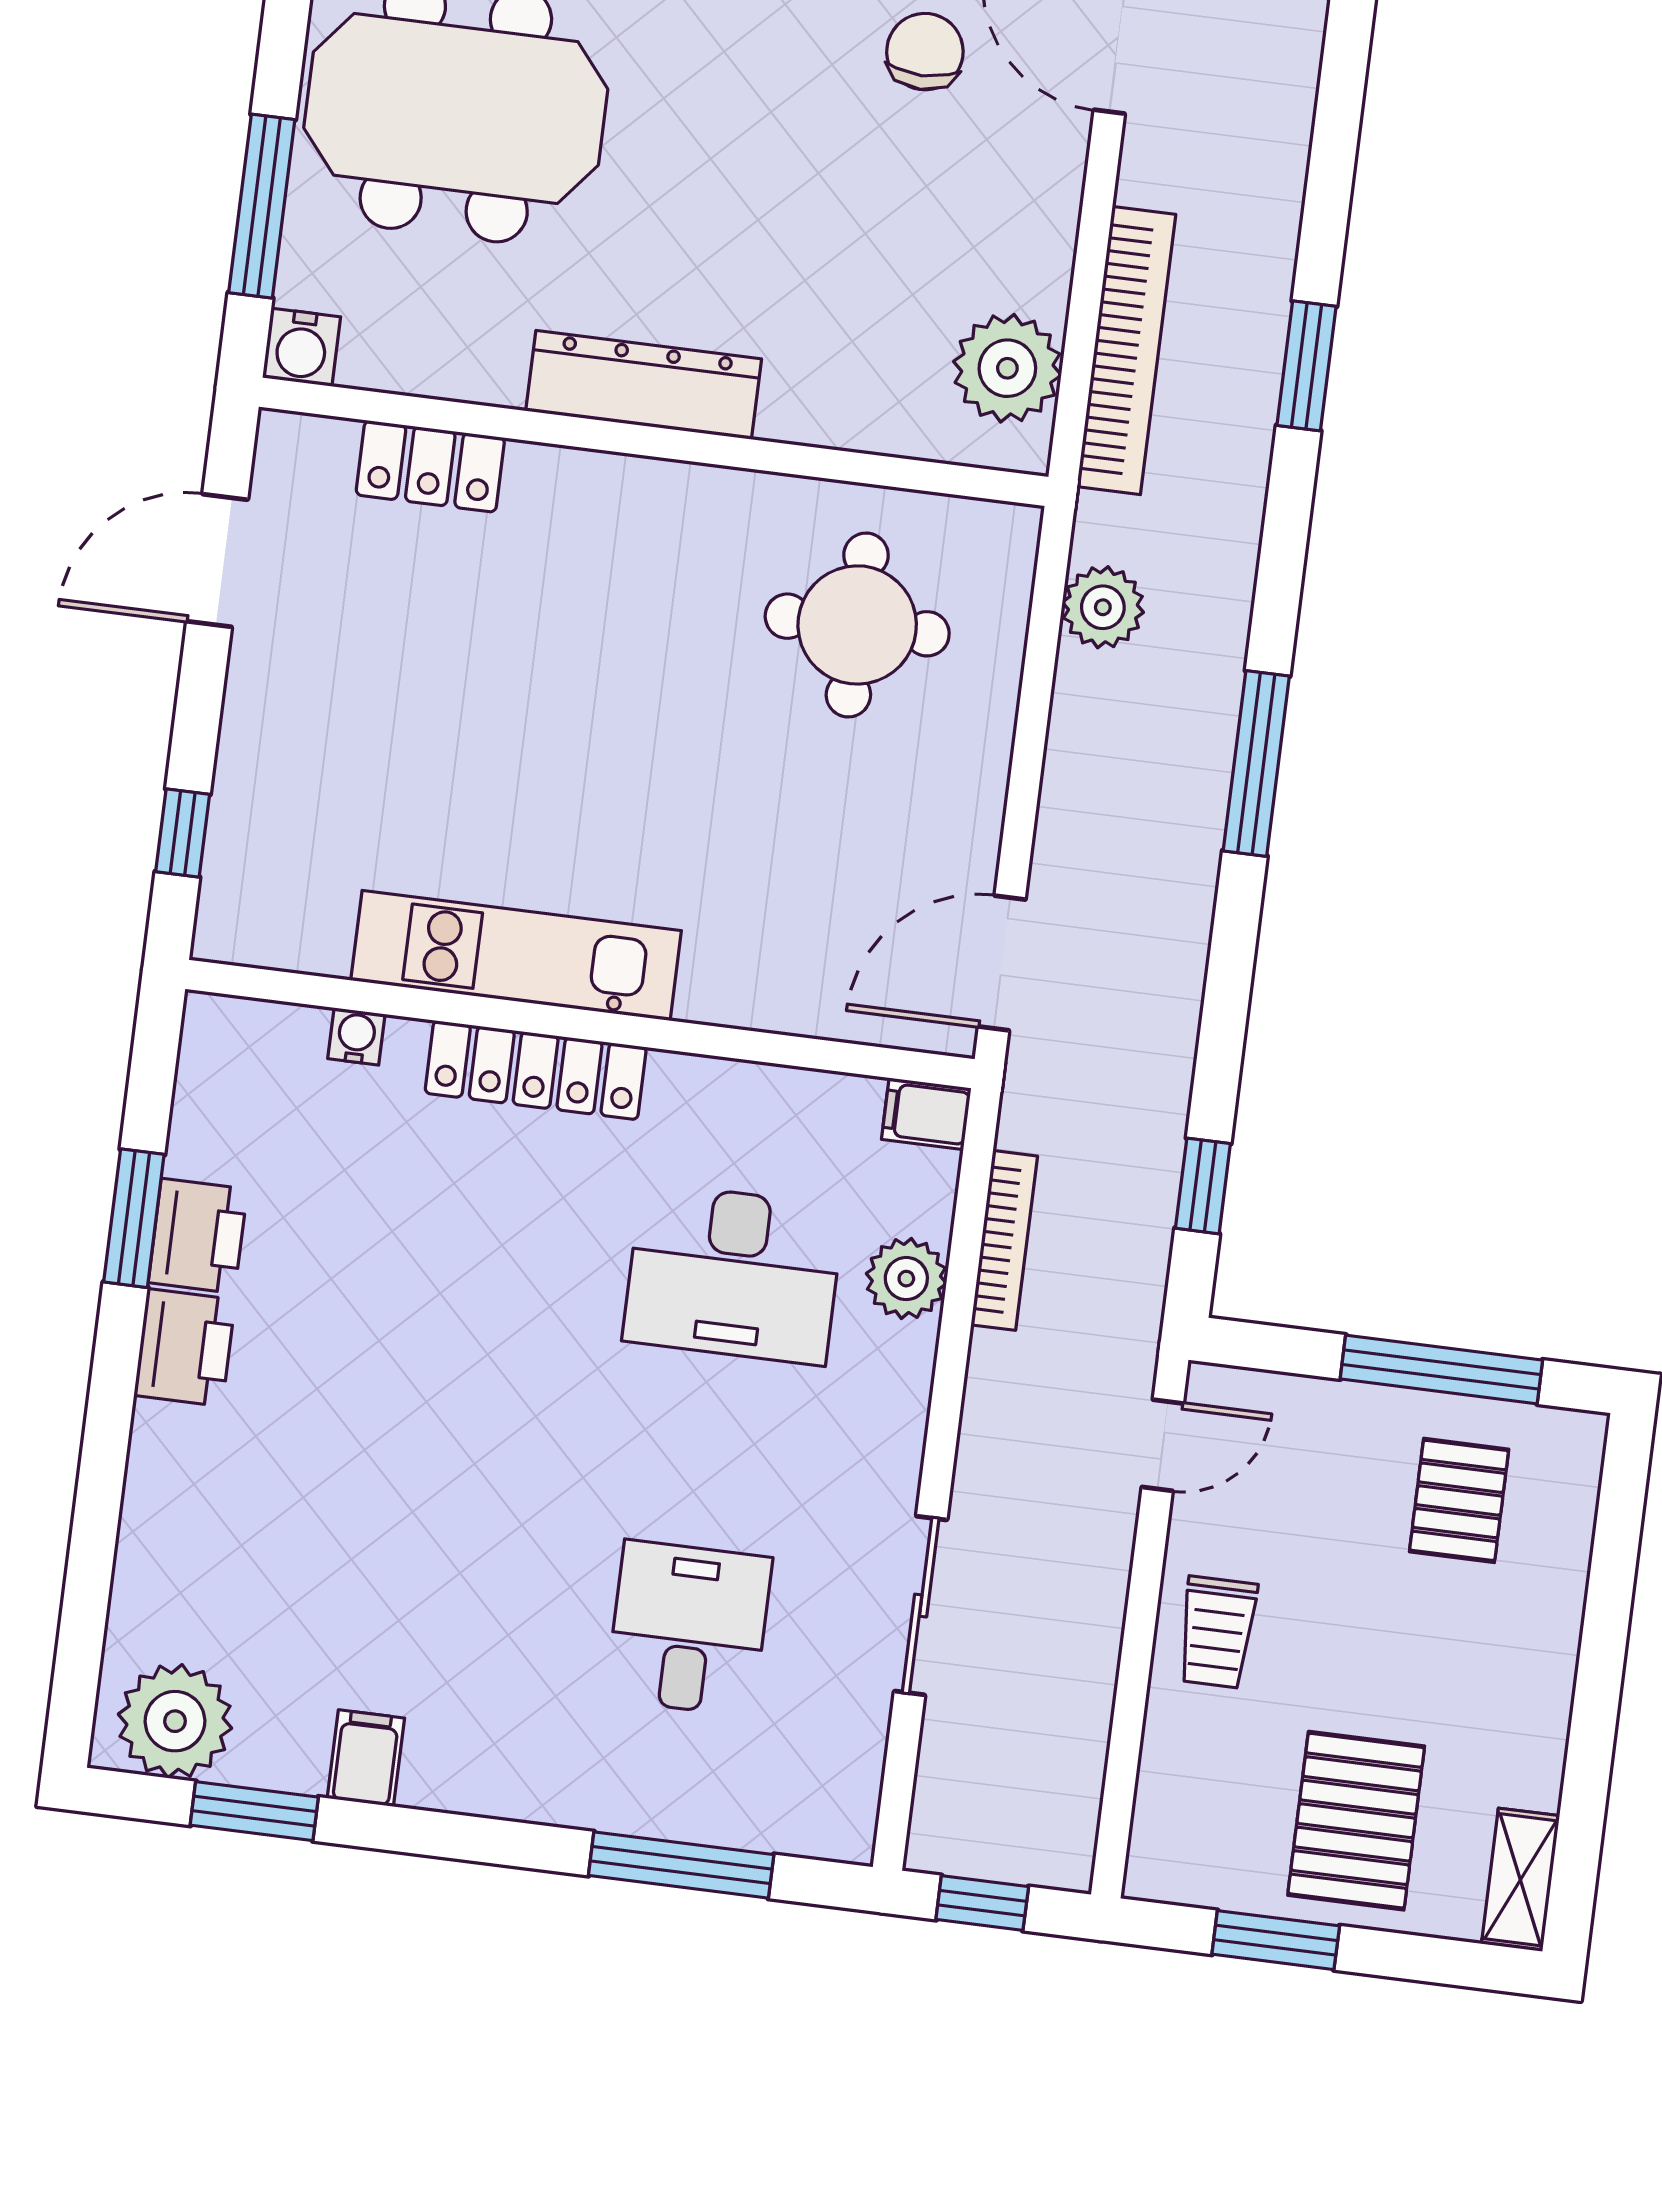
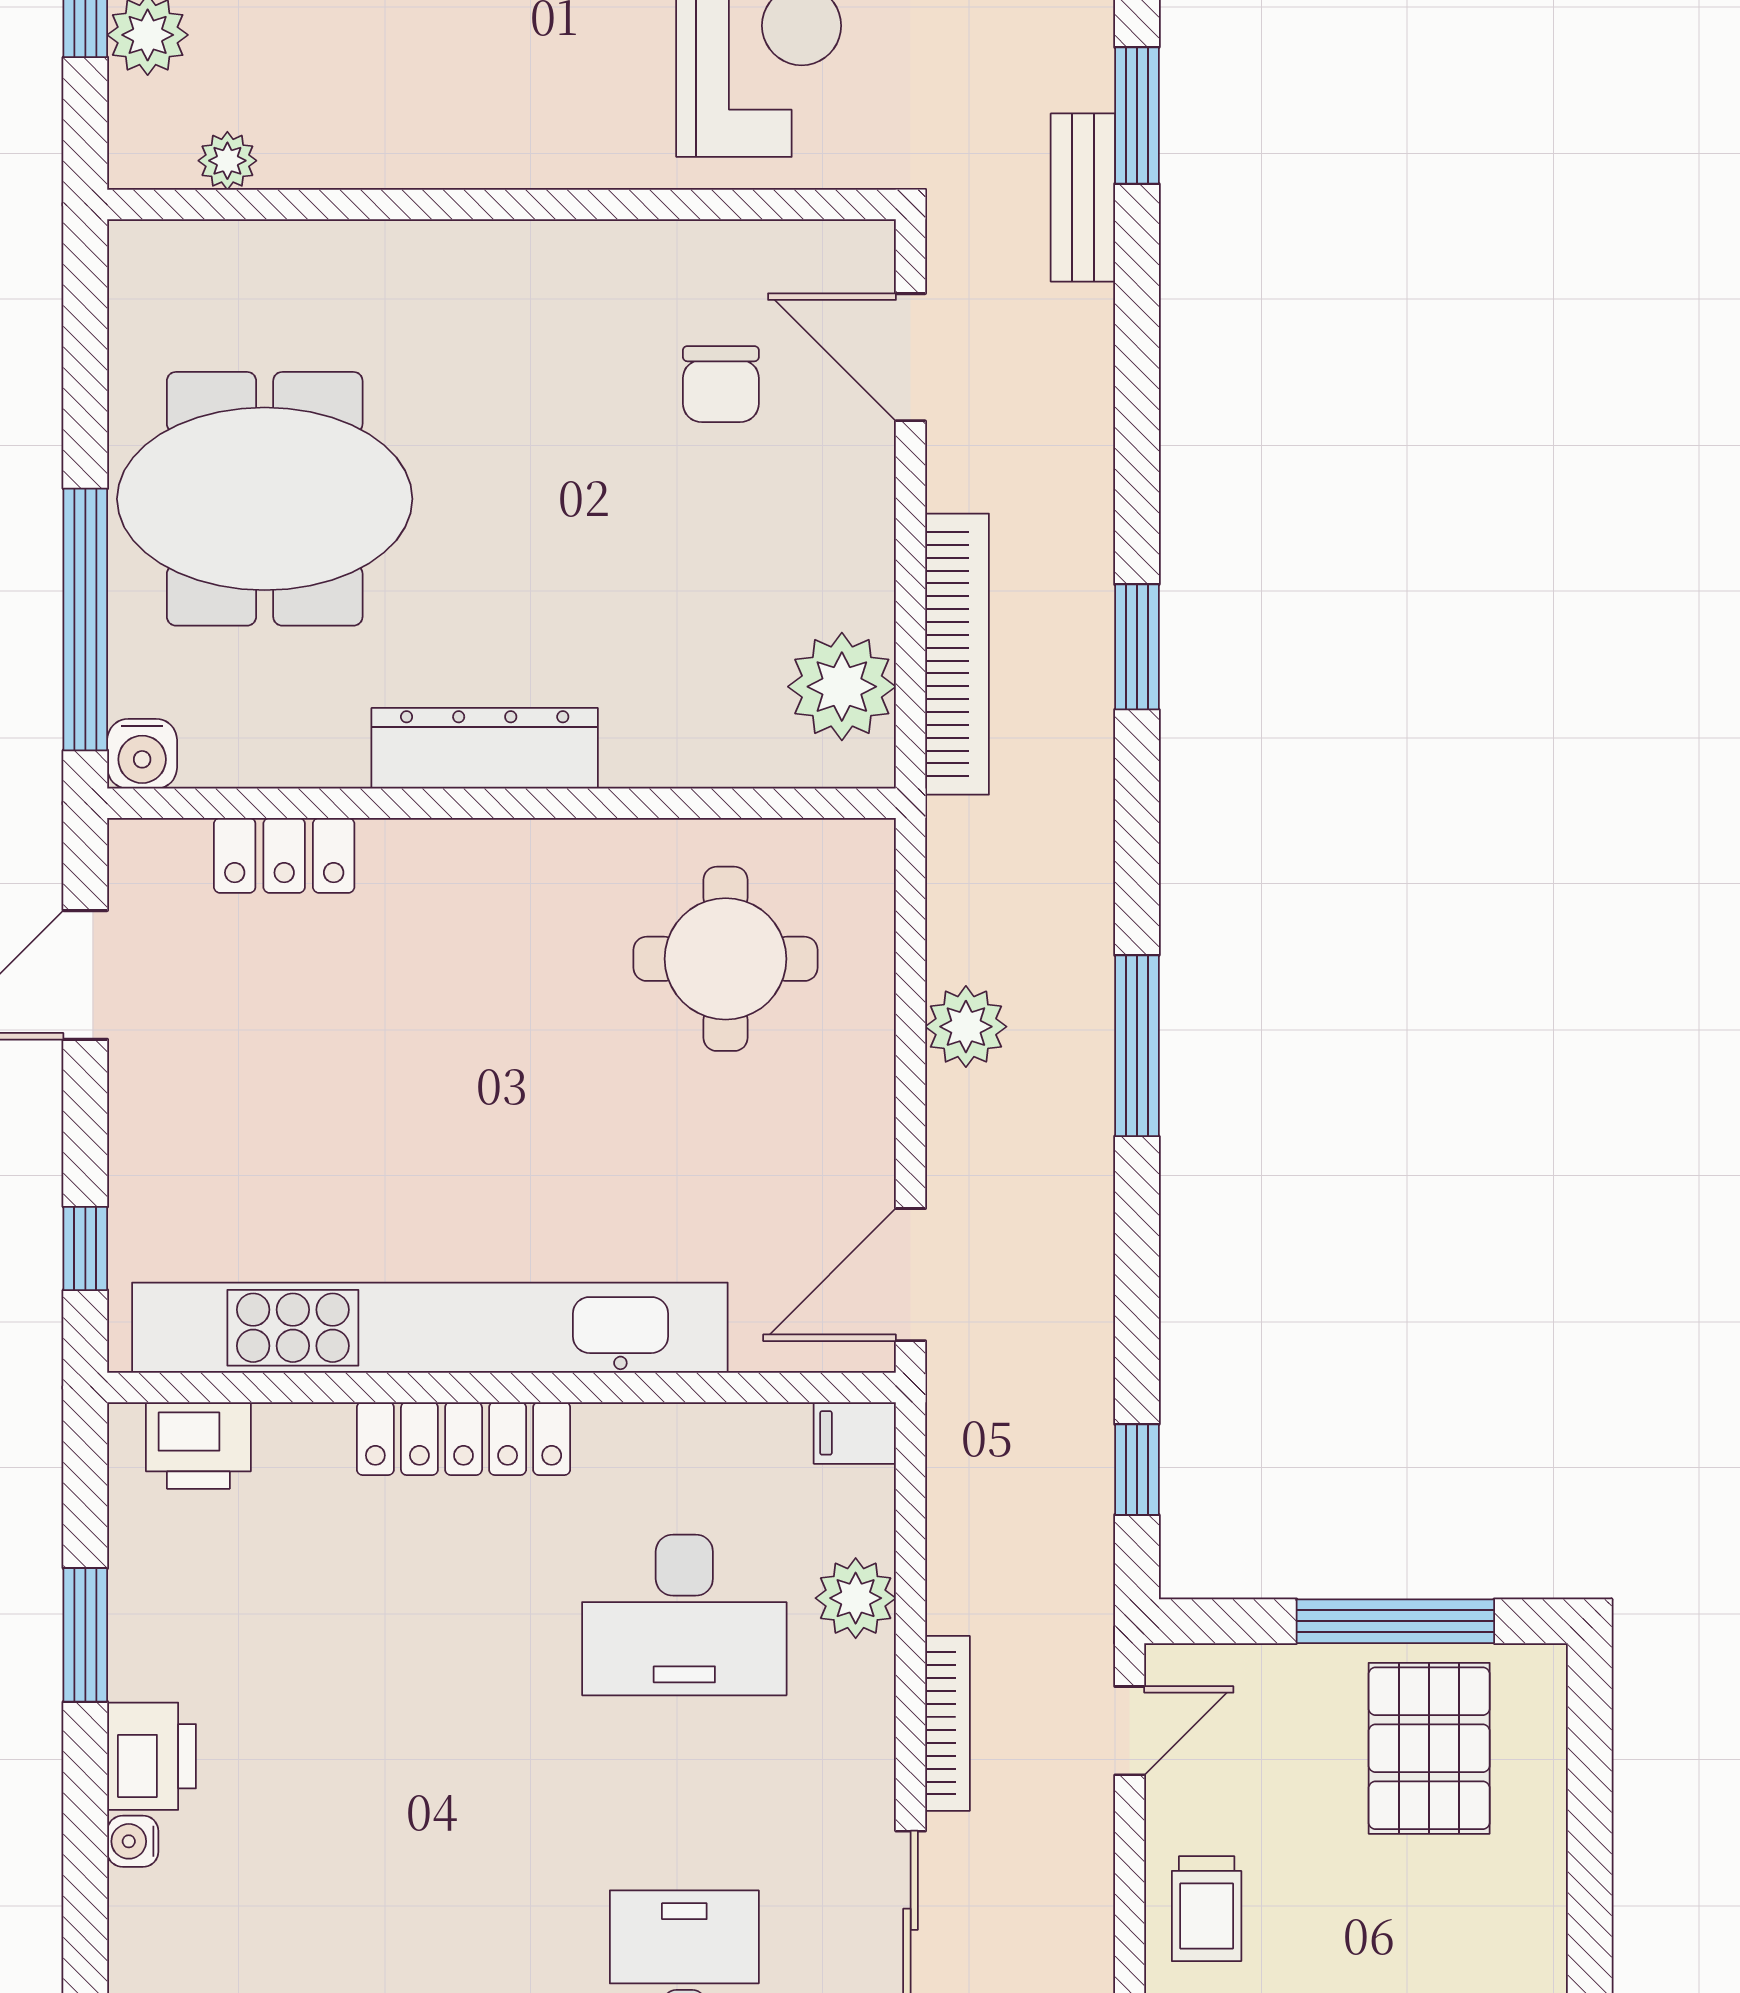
chair: (925, 52) -> (721, 384), turned 180
window: (262, 206) -> (85, 619), width x1.46
plant: (1103, 607) -> (966, 1027), moved
kitchen unit: (516, 955) -> (430, 1328), width x1.86
water cooler: (356, 1036) -> (133, 1841), moved, turned -90
printer: (198, 1236) -> (198, 1445), moved, turned 90
bookcase: (1004, 1240) -> (948, 1723), moved
pallet: (1459, 1500) -> (1429, 1748), width x1.50, depth x1.42

